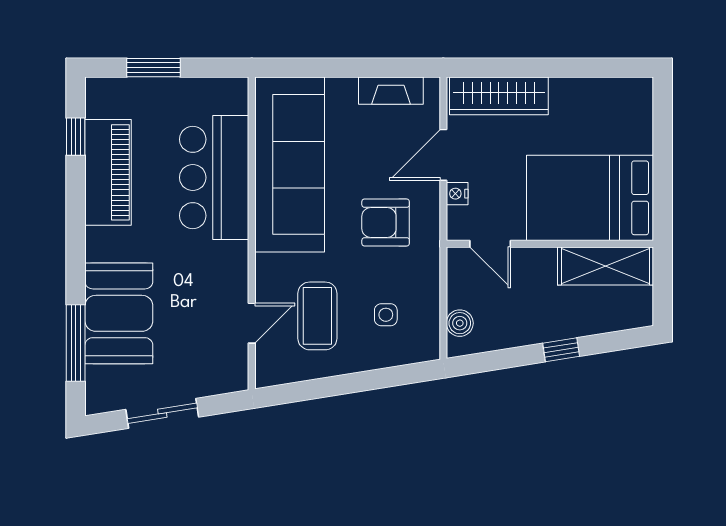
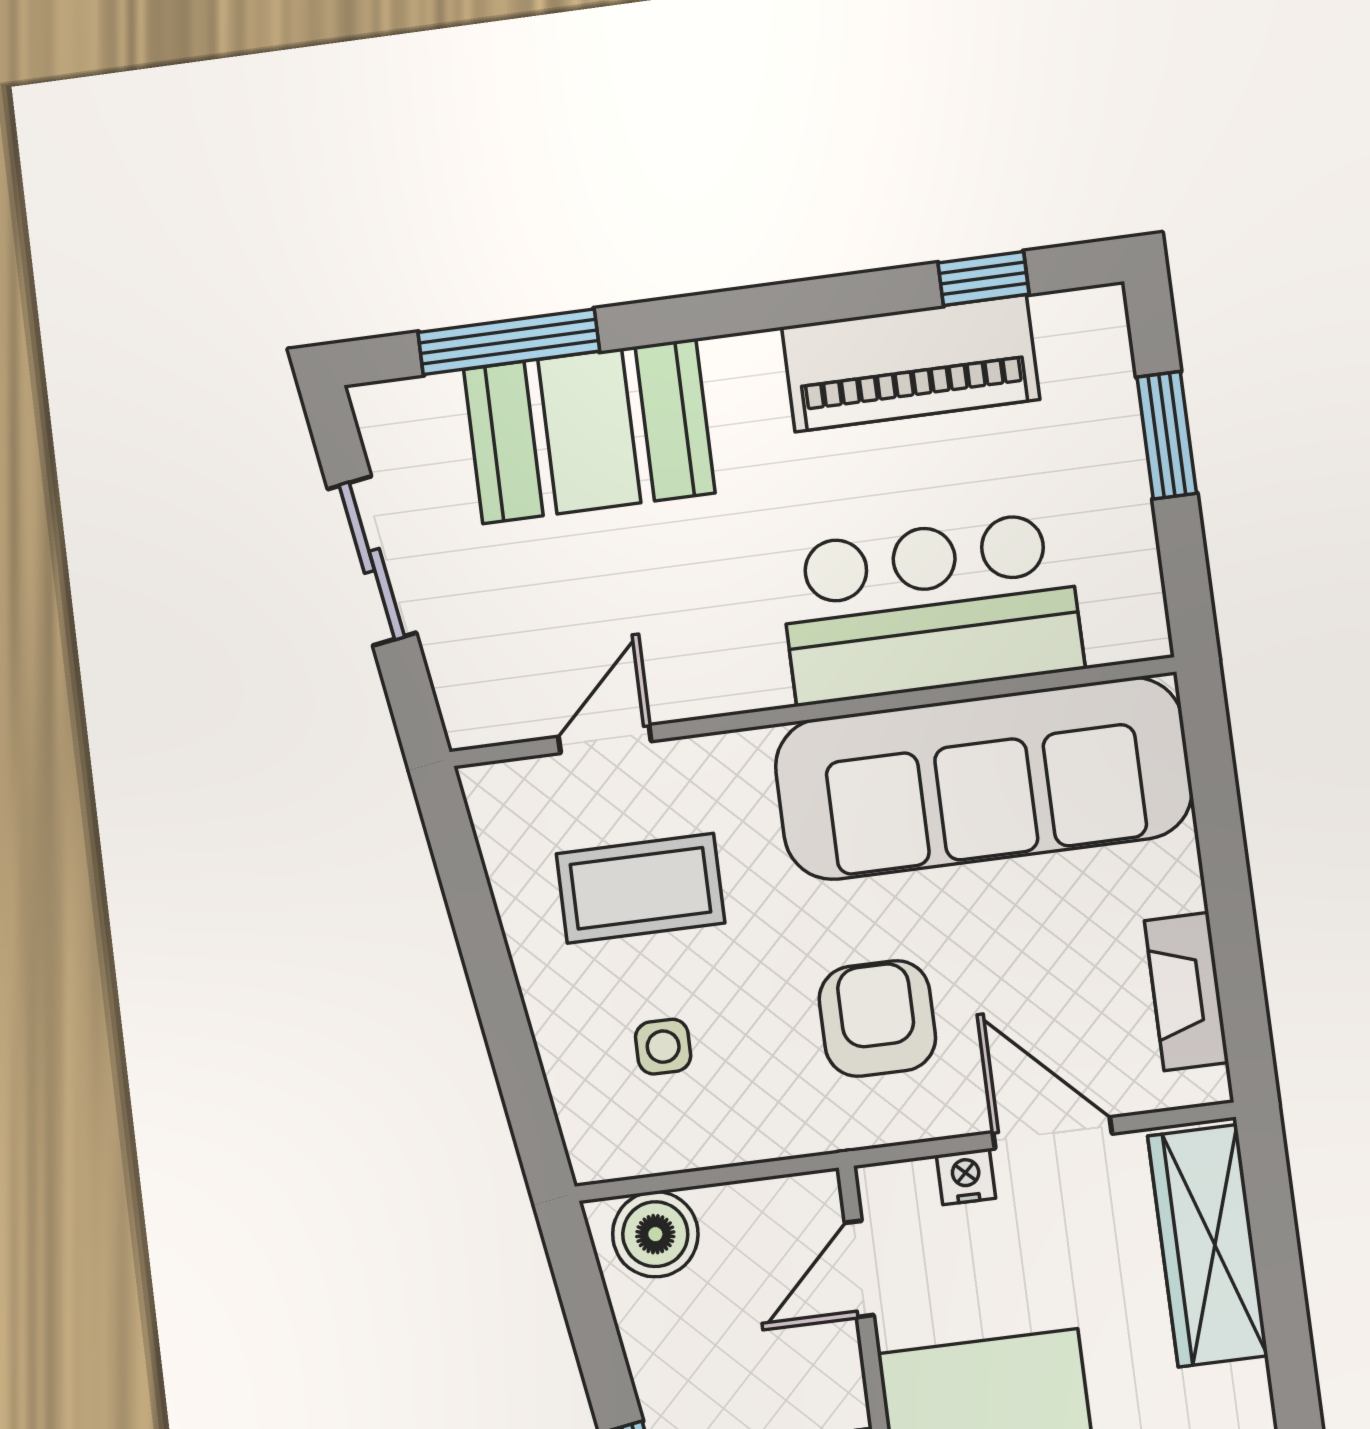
door: (252, 323) -> (605, 739), swing flipped
boiler: (460, 323) -> (655, 1234), width x1.36, depth x1.36

